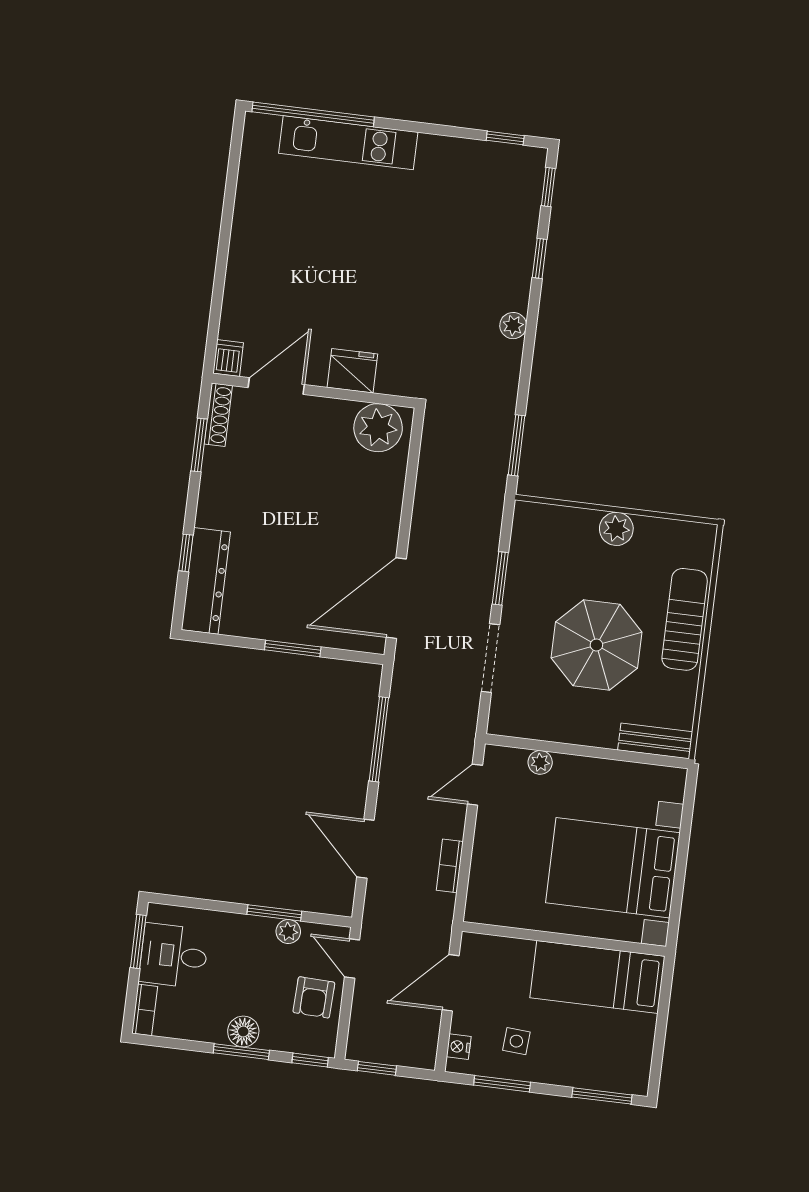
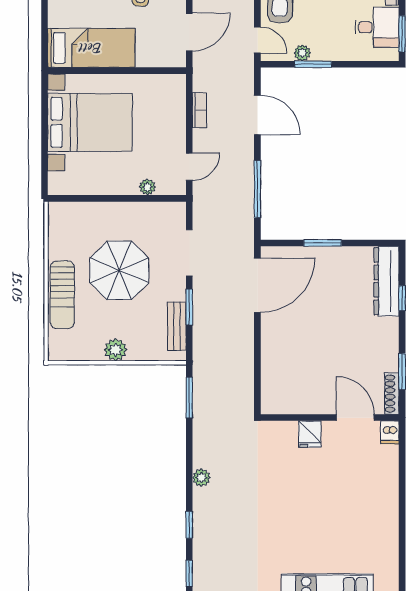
fridge: (352, 371) -> (310, 434), width x0.72
door: (276, 386) -> (355, 418), swing flipped
plant: (378, 428) -> (284, 398), removed
bench: (655, 741) -> (177, 326), moved, turned 90

